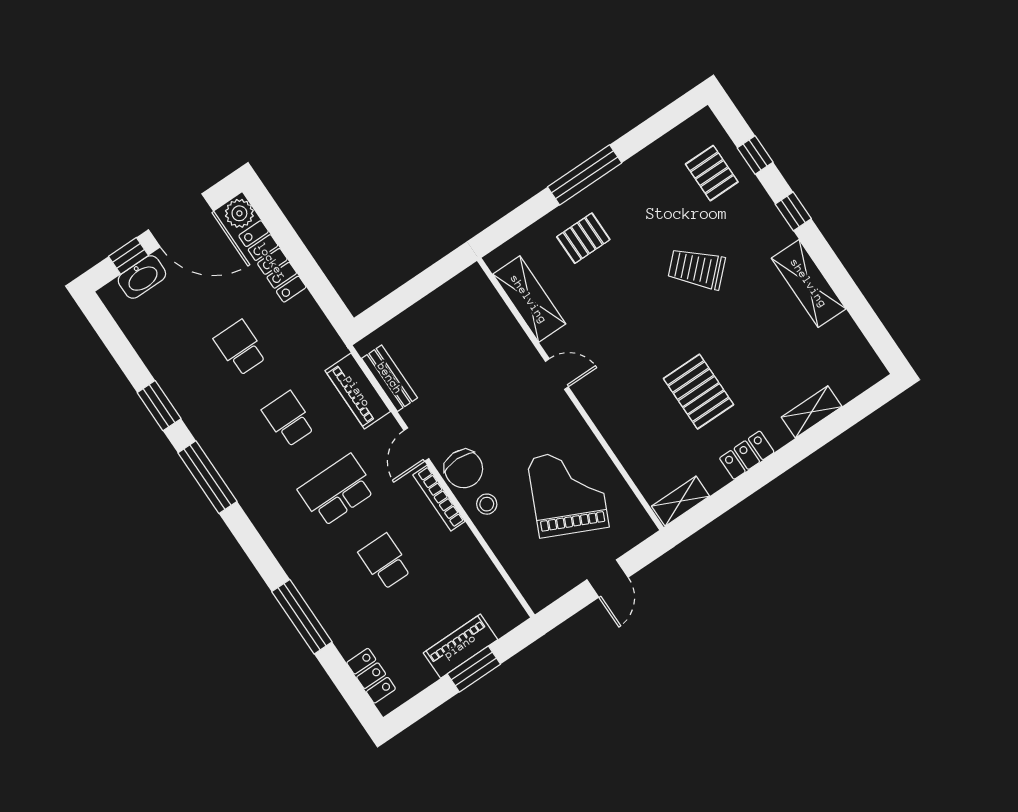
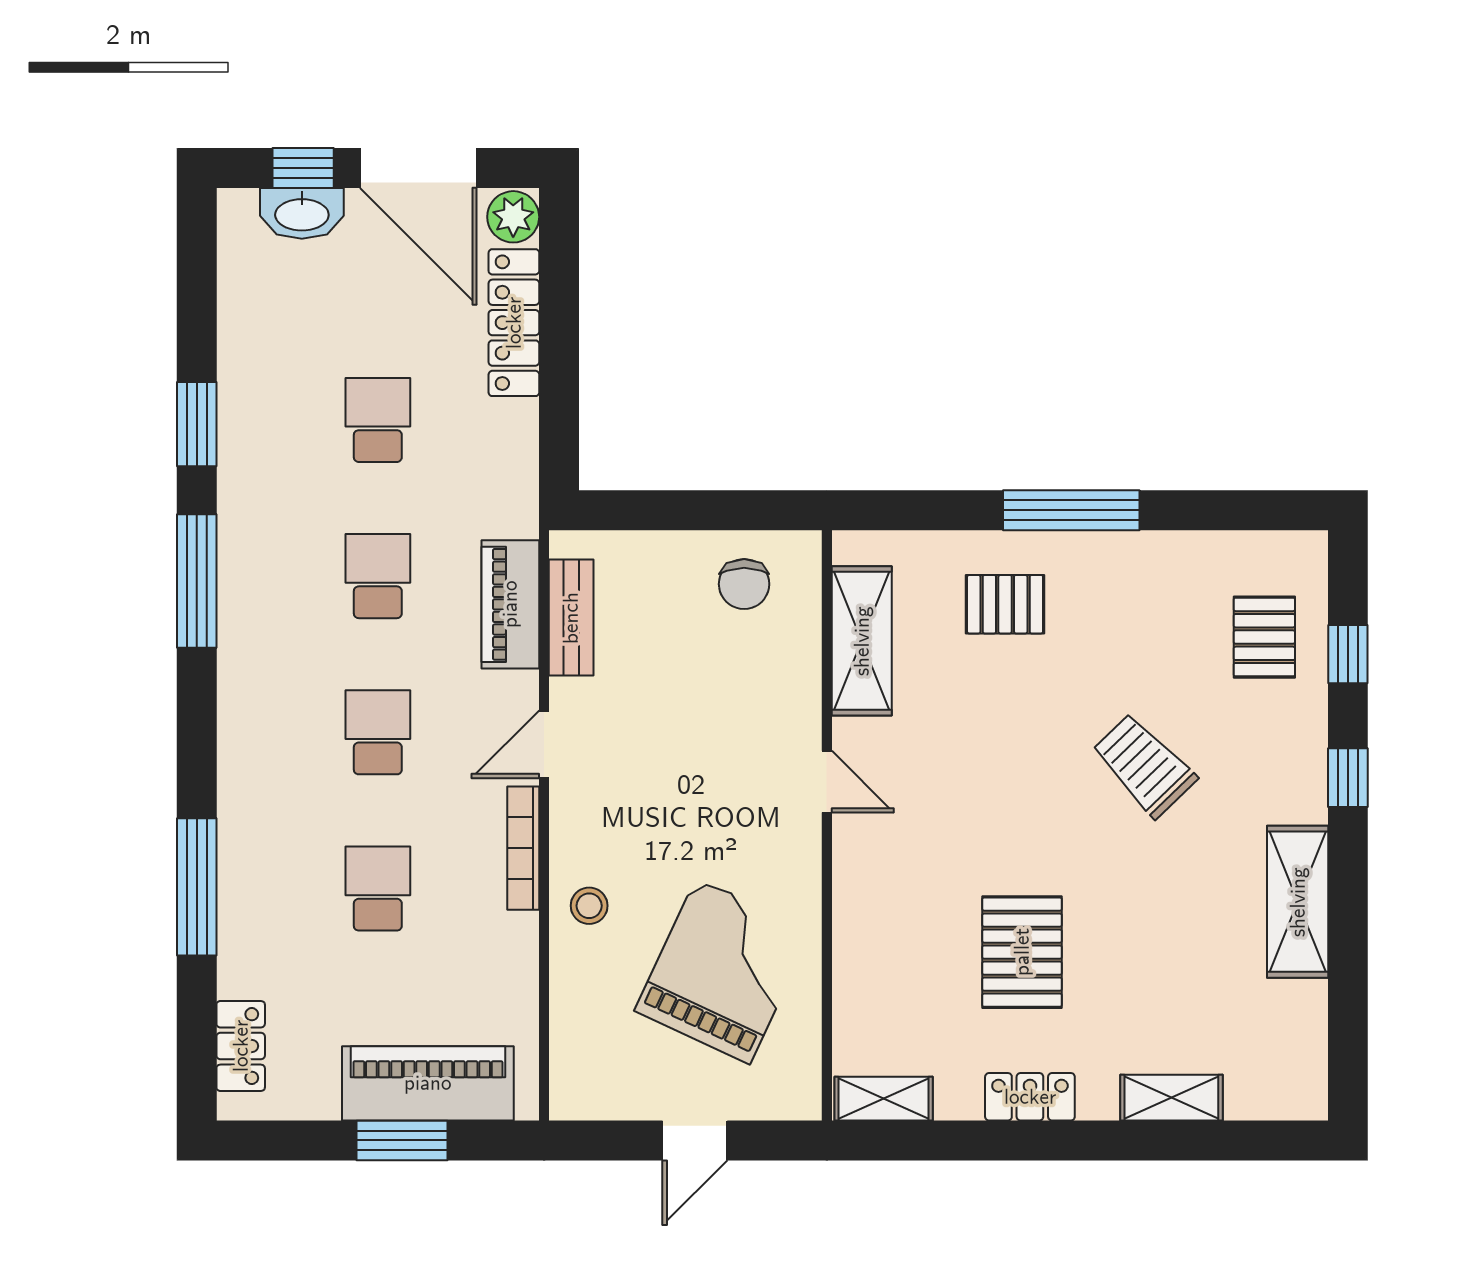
chair: (464, 469) -> (744, 584), moved, width x0.73, depth x0.73
school desk: (337, 490) -> (378, 732), width x0.54
piano: (460, 646) -> (428, 1083), width x1.37, depth x1.33

